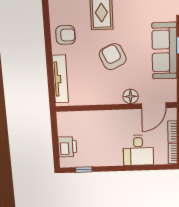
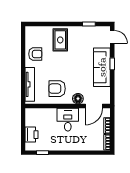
armchair: (113, 57) -> (57, 89), moved, turned -65
desk: (138, 150) -> (68, 120), moved, turned 180

